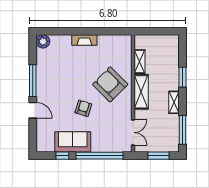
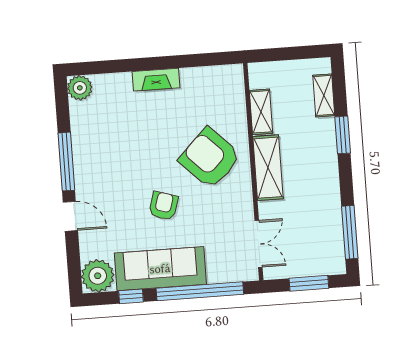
shelving: (174, 102) -> (324, 95), moved
sofa: (73, 142) -> (160, 269), width x1.36
plant: (45, 143) -> (98, 276), added

